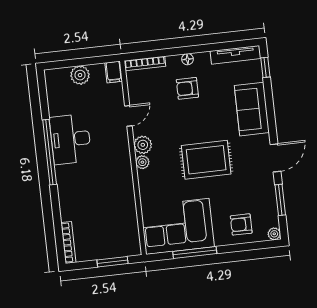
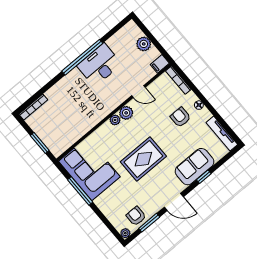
window: (265, 67) -> (204, 177), moved
rug: (206, 160) -> (143, 159), turned 90
armchair: (241, 224) -> (136, 216), moved

